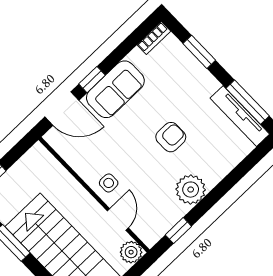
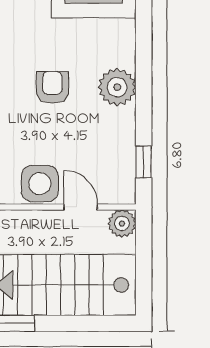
side table: (109, 183) -> (40, 184), width x1.87, depth x1.87
plant: (191, 190) -> (117, 87), moved

